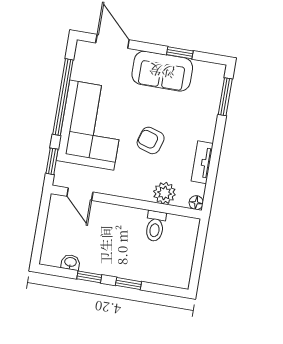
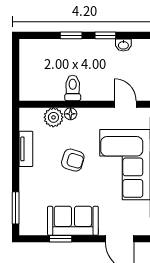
floor lamp: (196, 203) -> (71, 114), moved
toilet: (155, 226) -> (73, 88), moved

